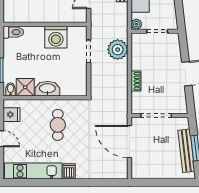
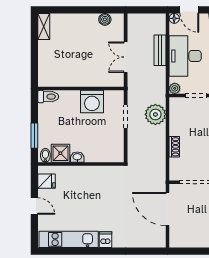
washbasin: (47, 89) -> (77, 157), width x0.52, depth x0.69
cafe table: (58, 125) -> (94, 192), removed

